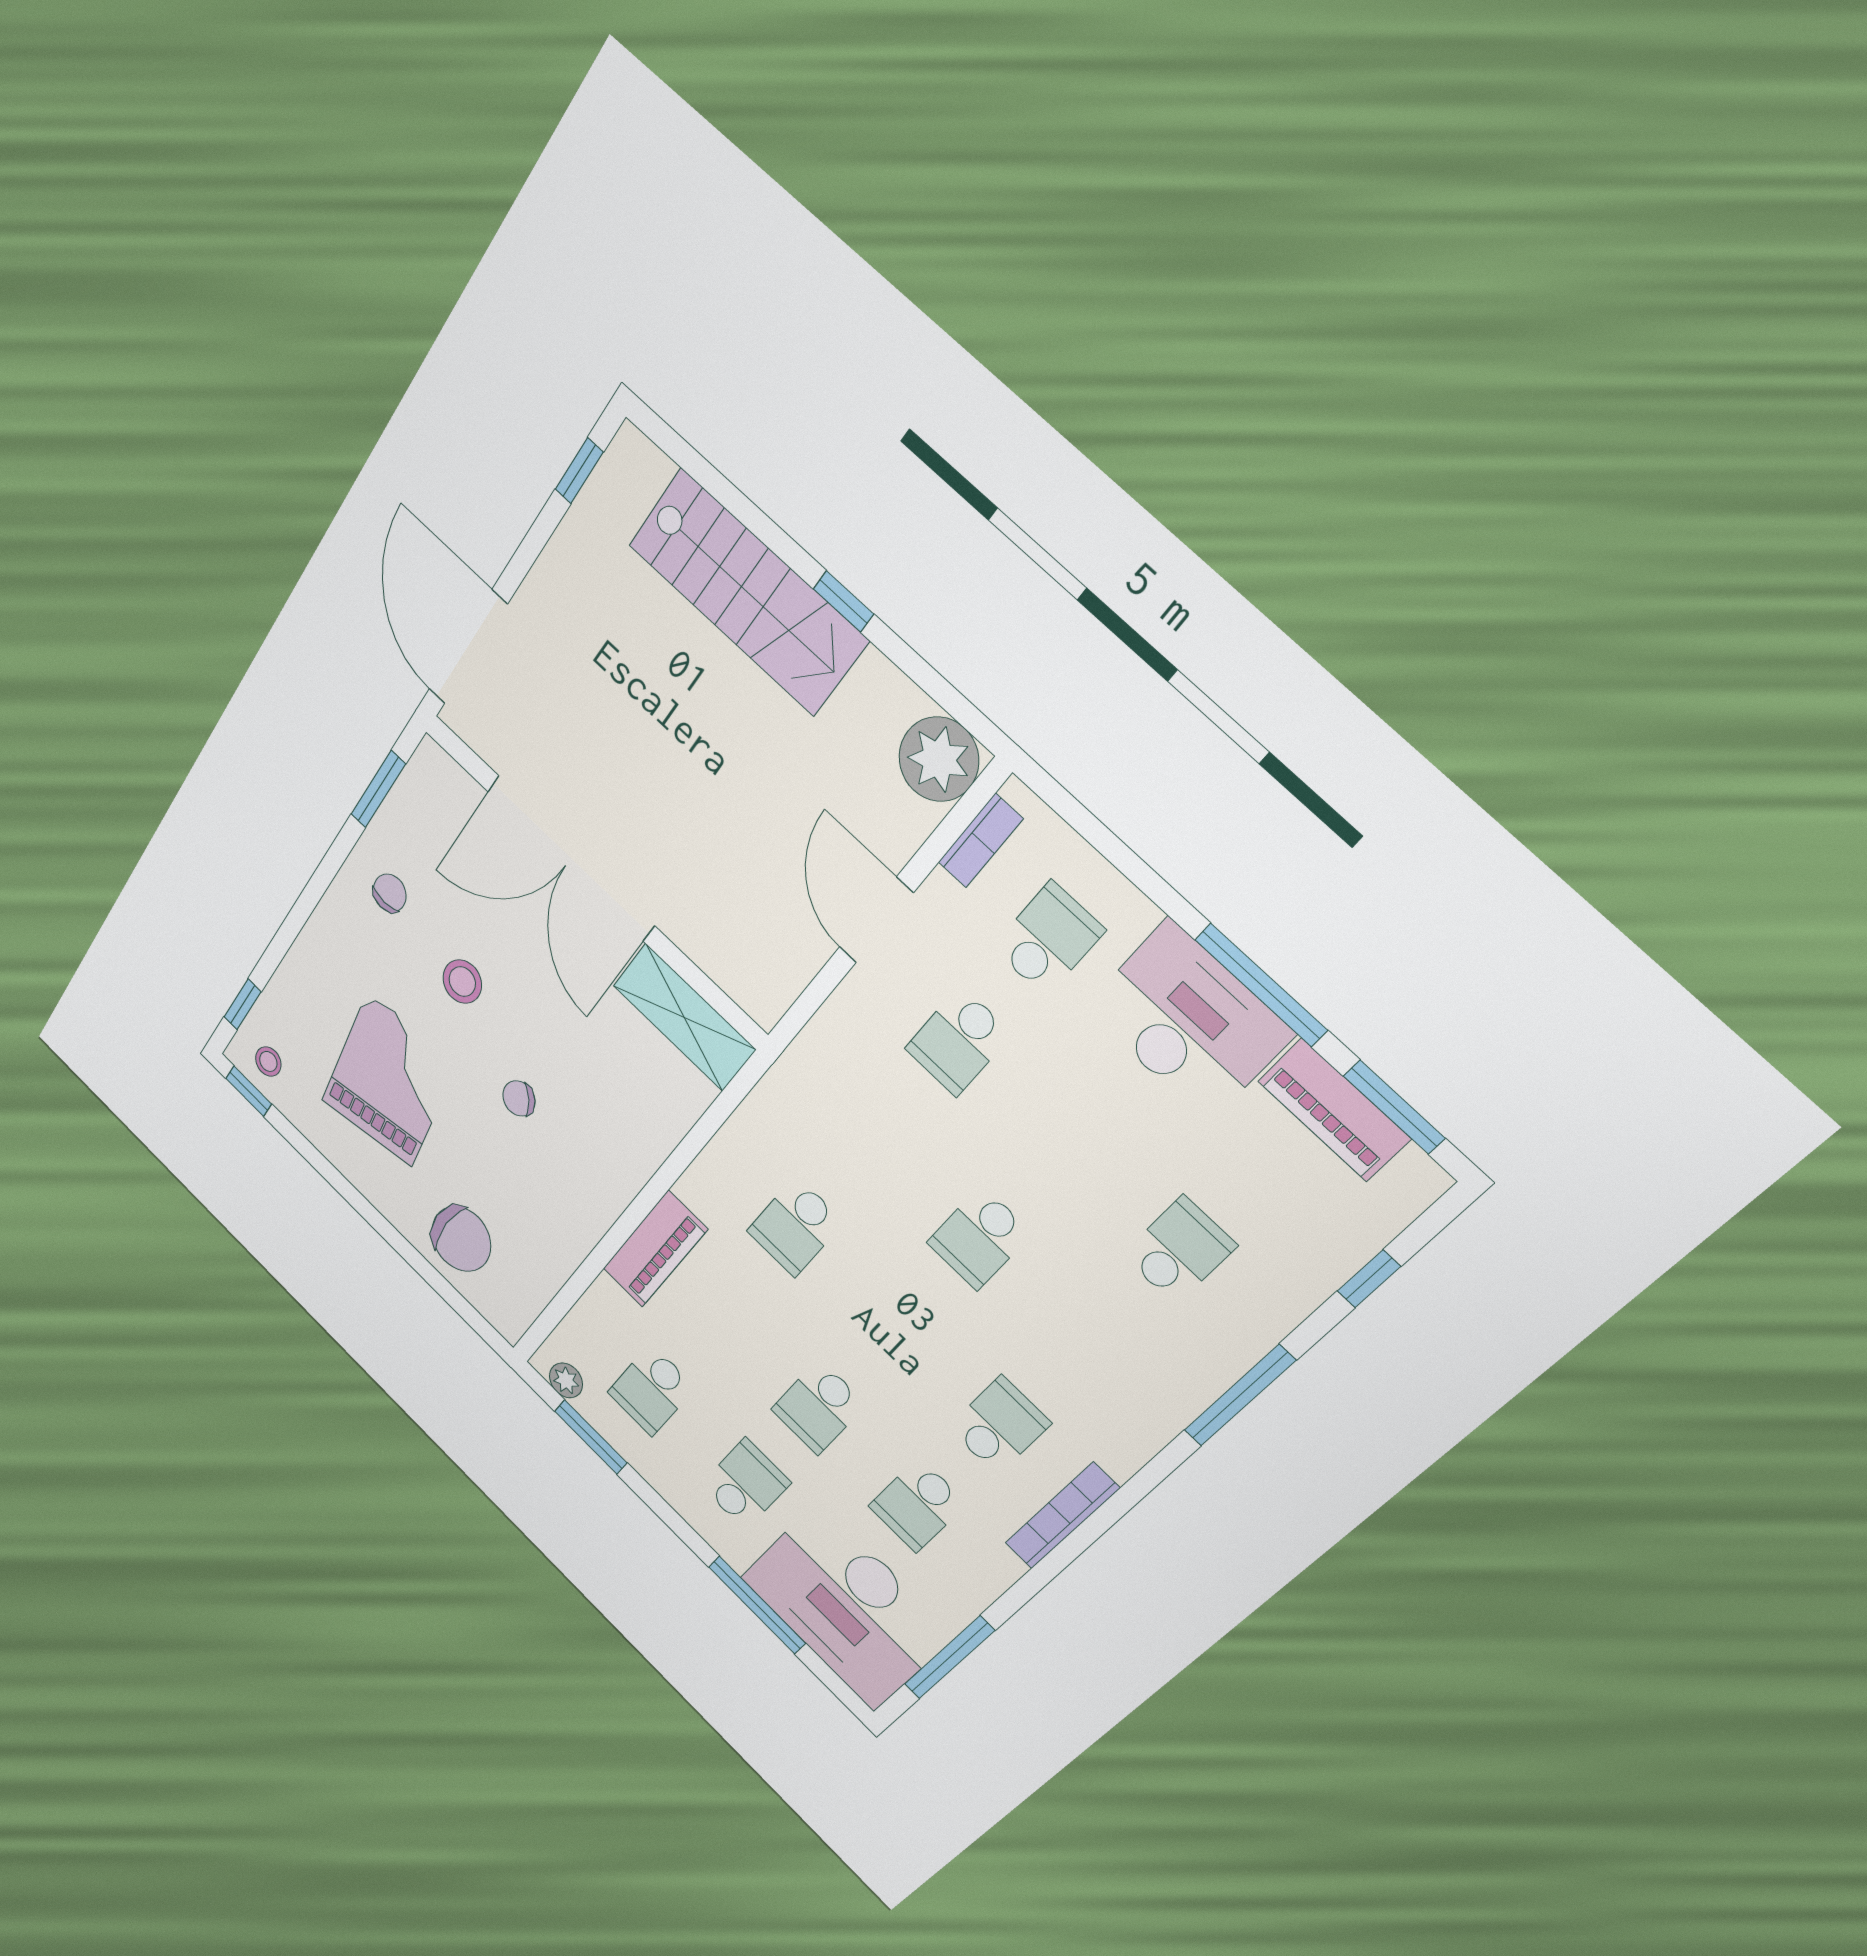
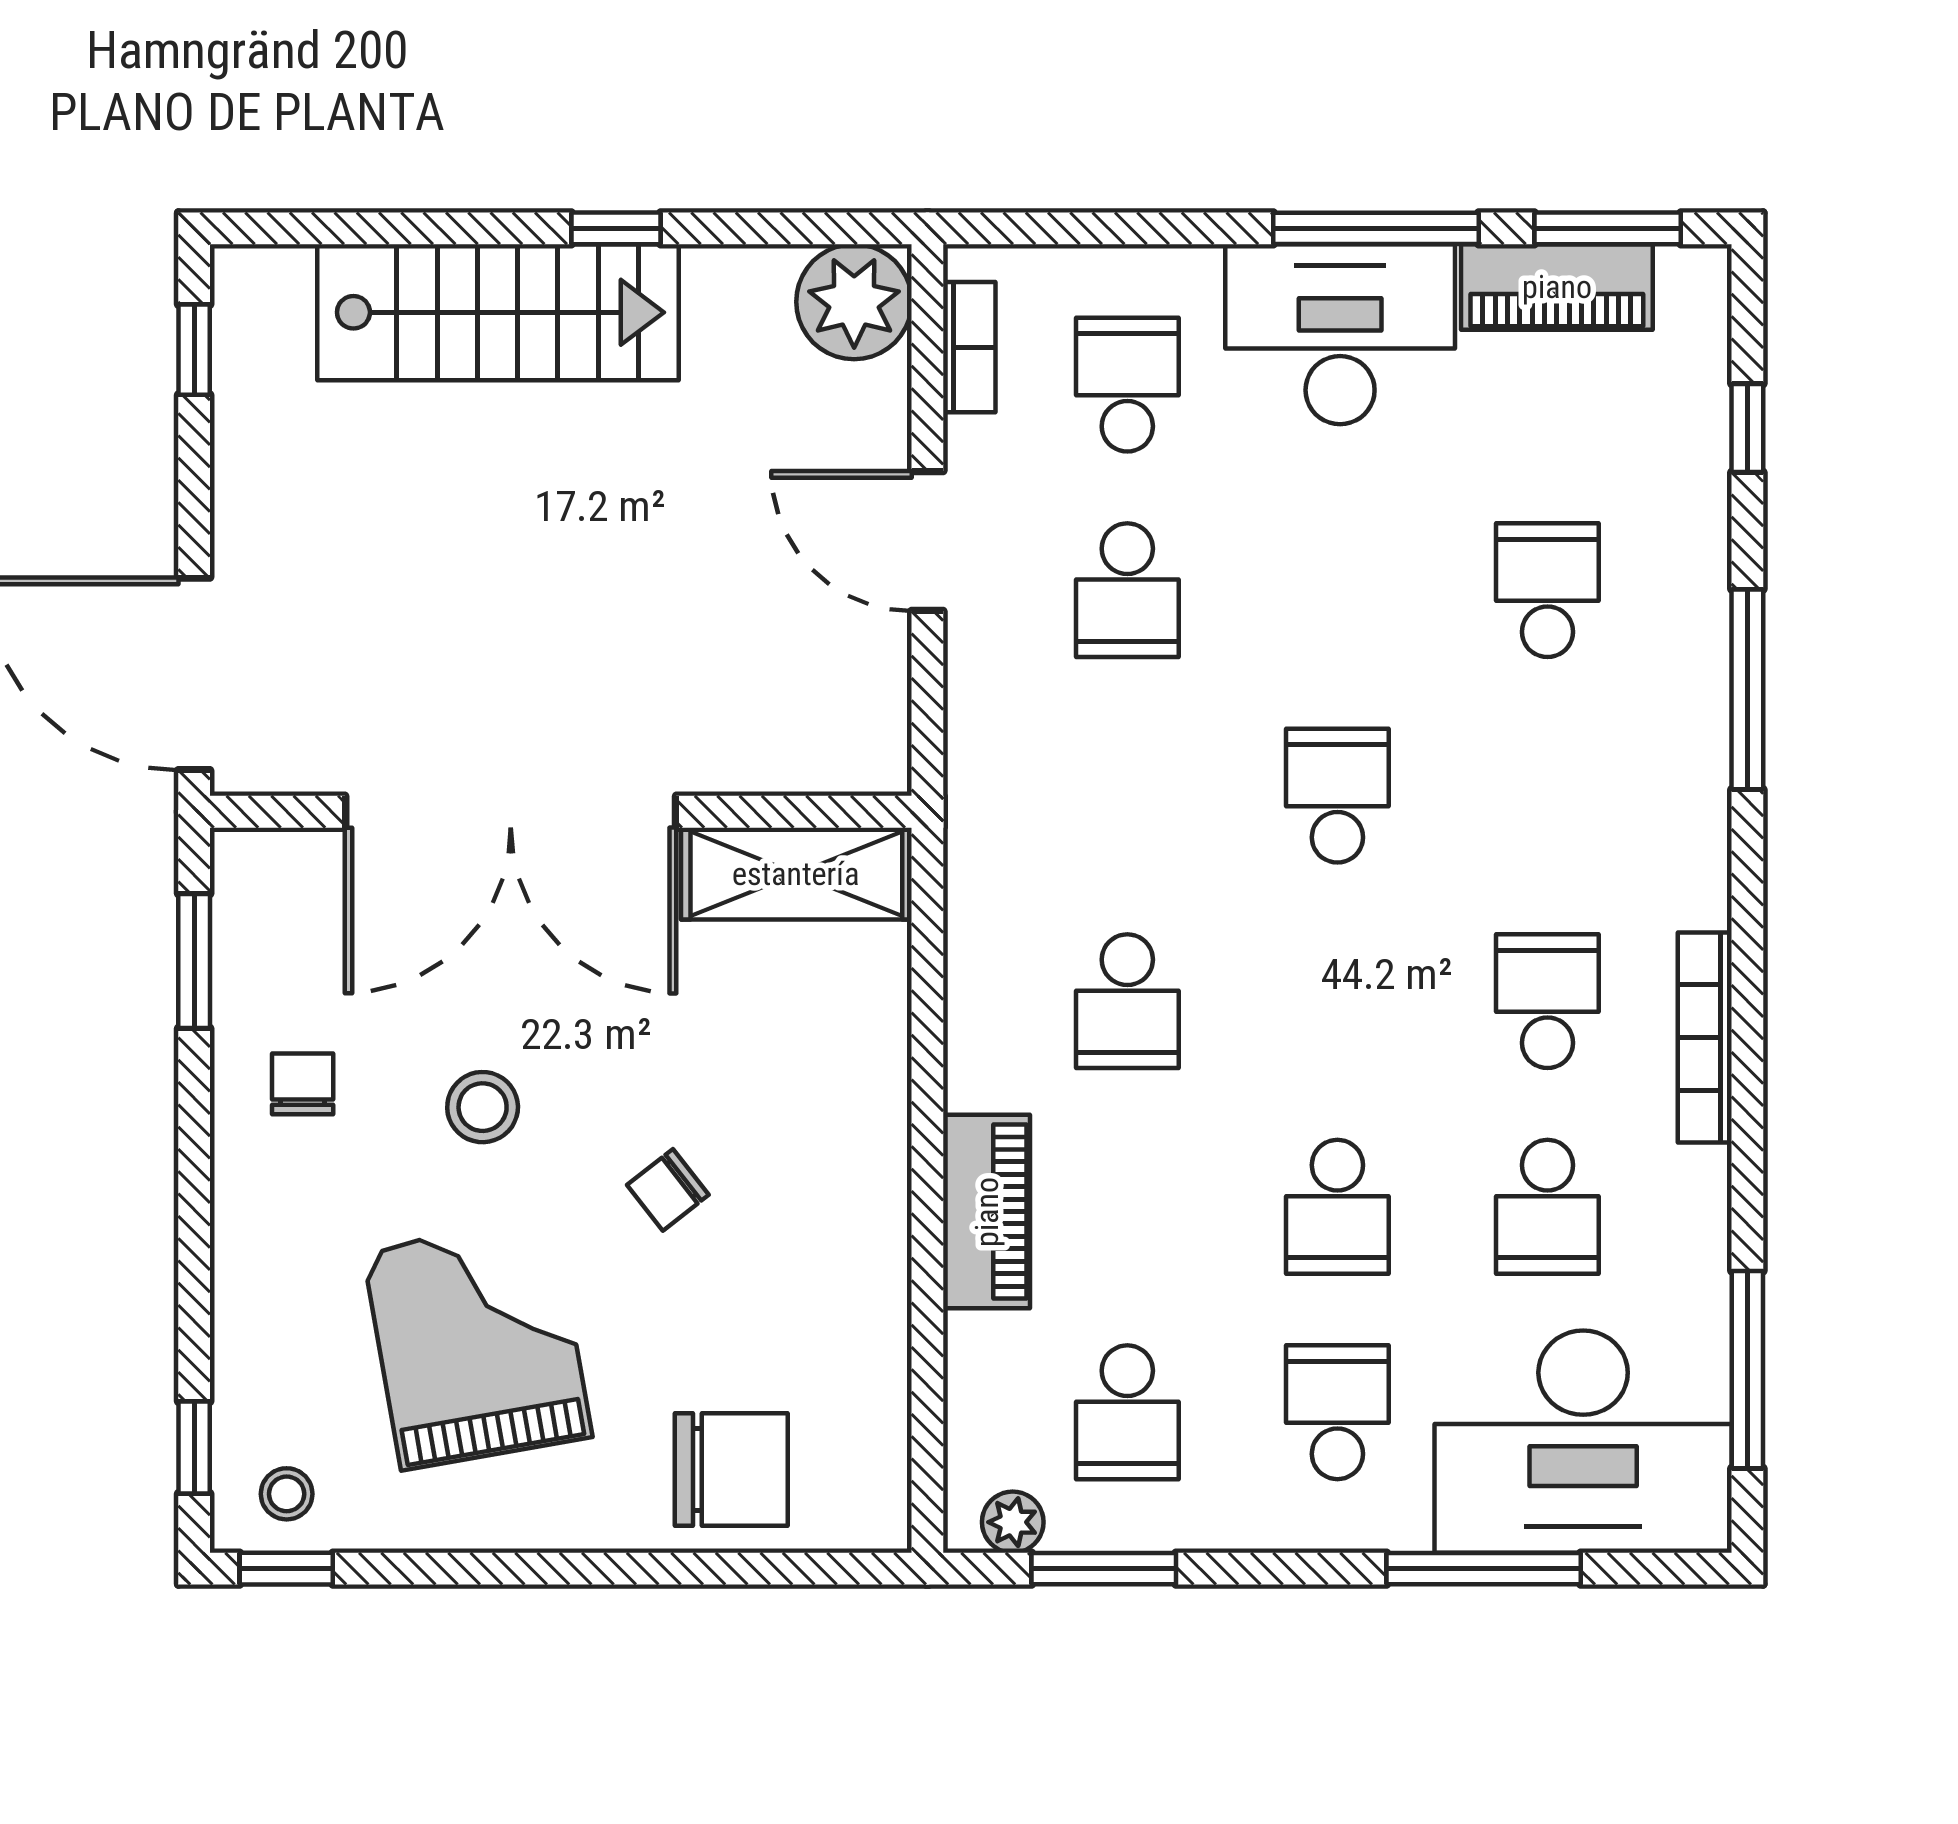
school desk: (979, 1238) -> (1337, 796), turned 180

